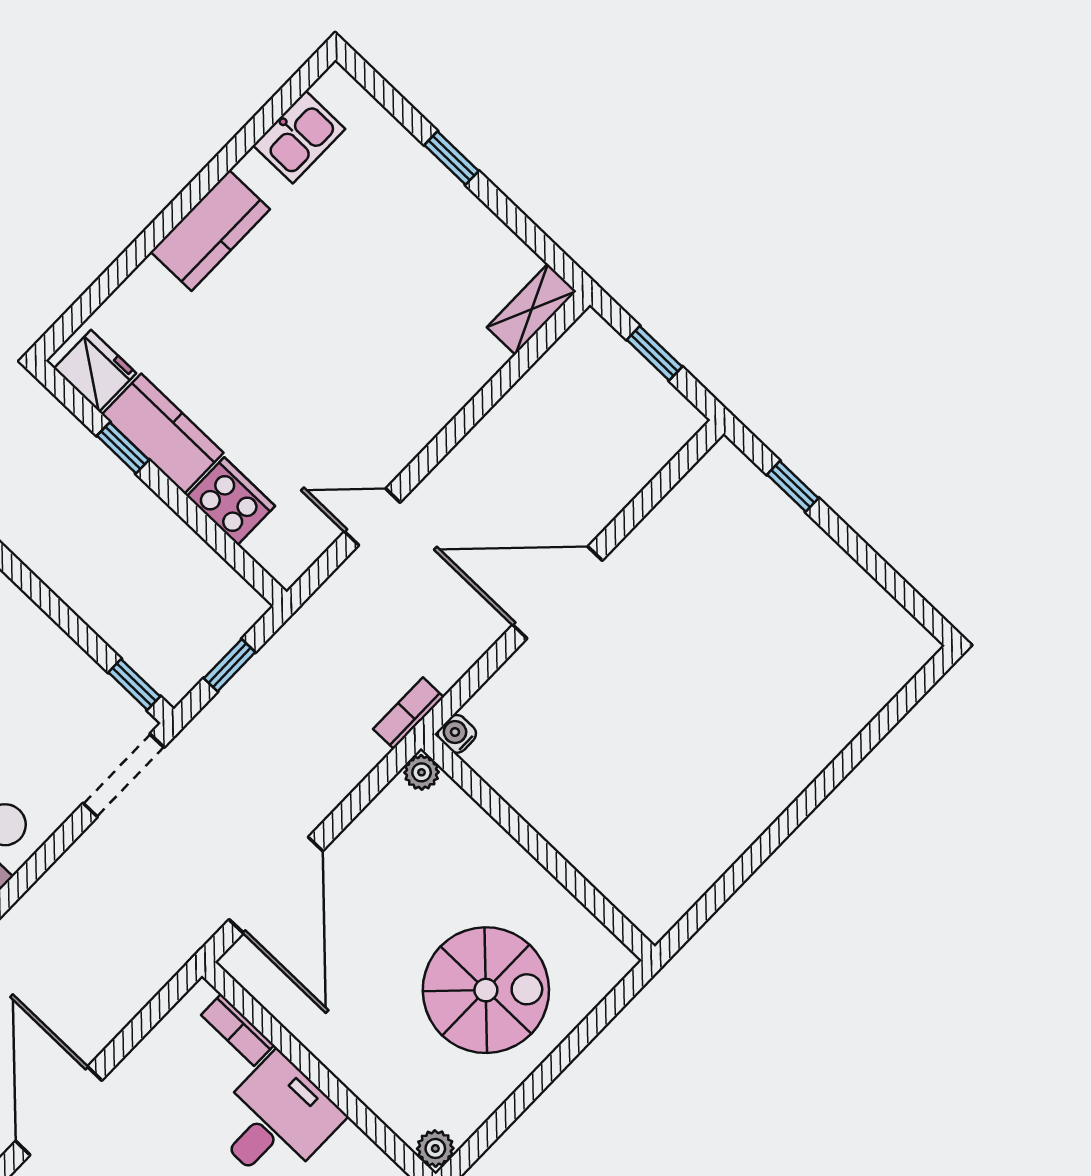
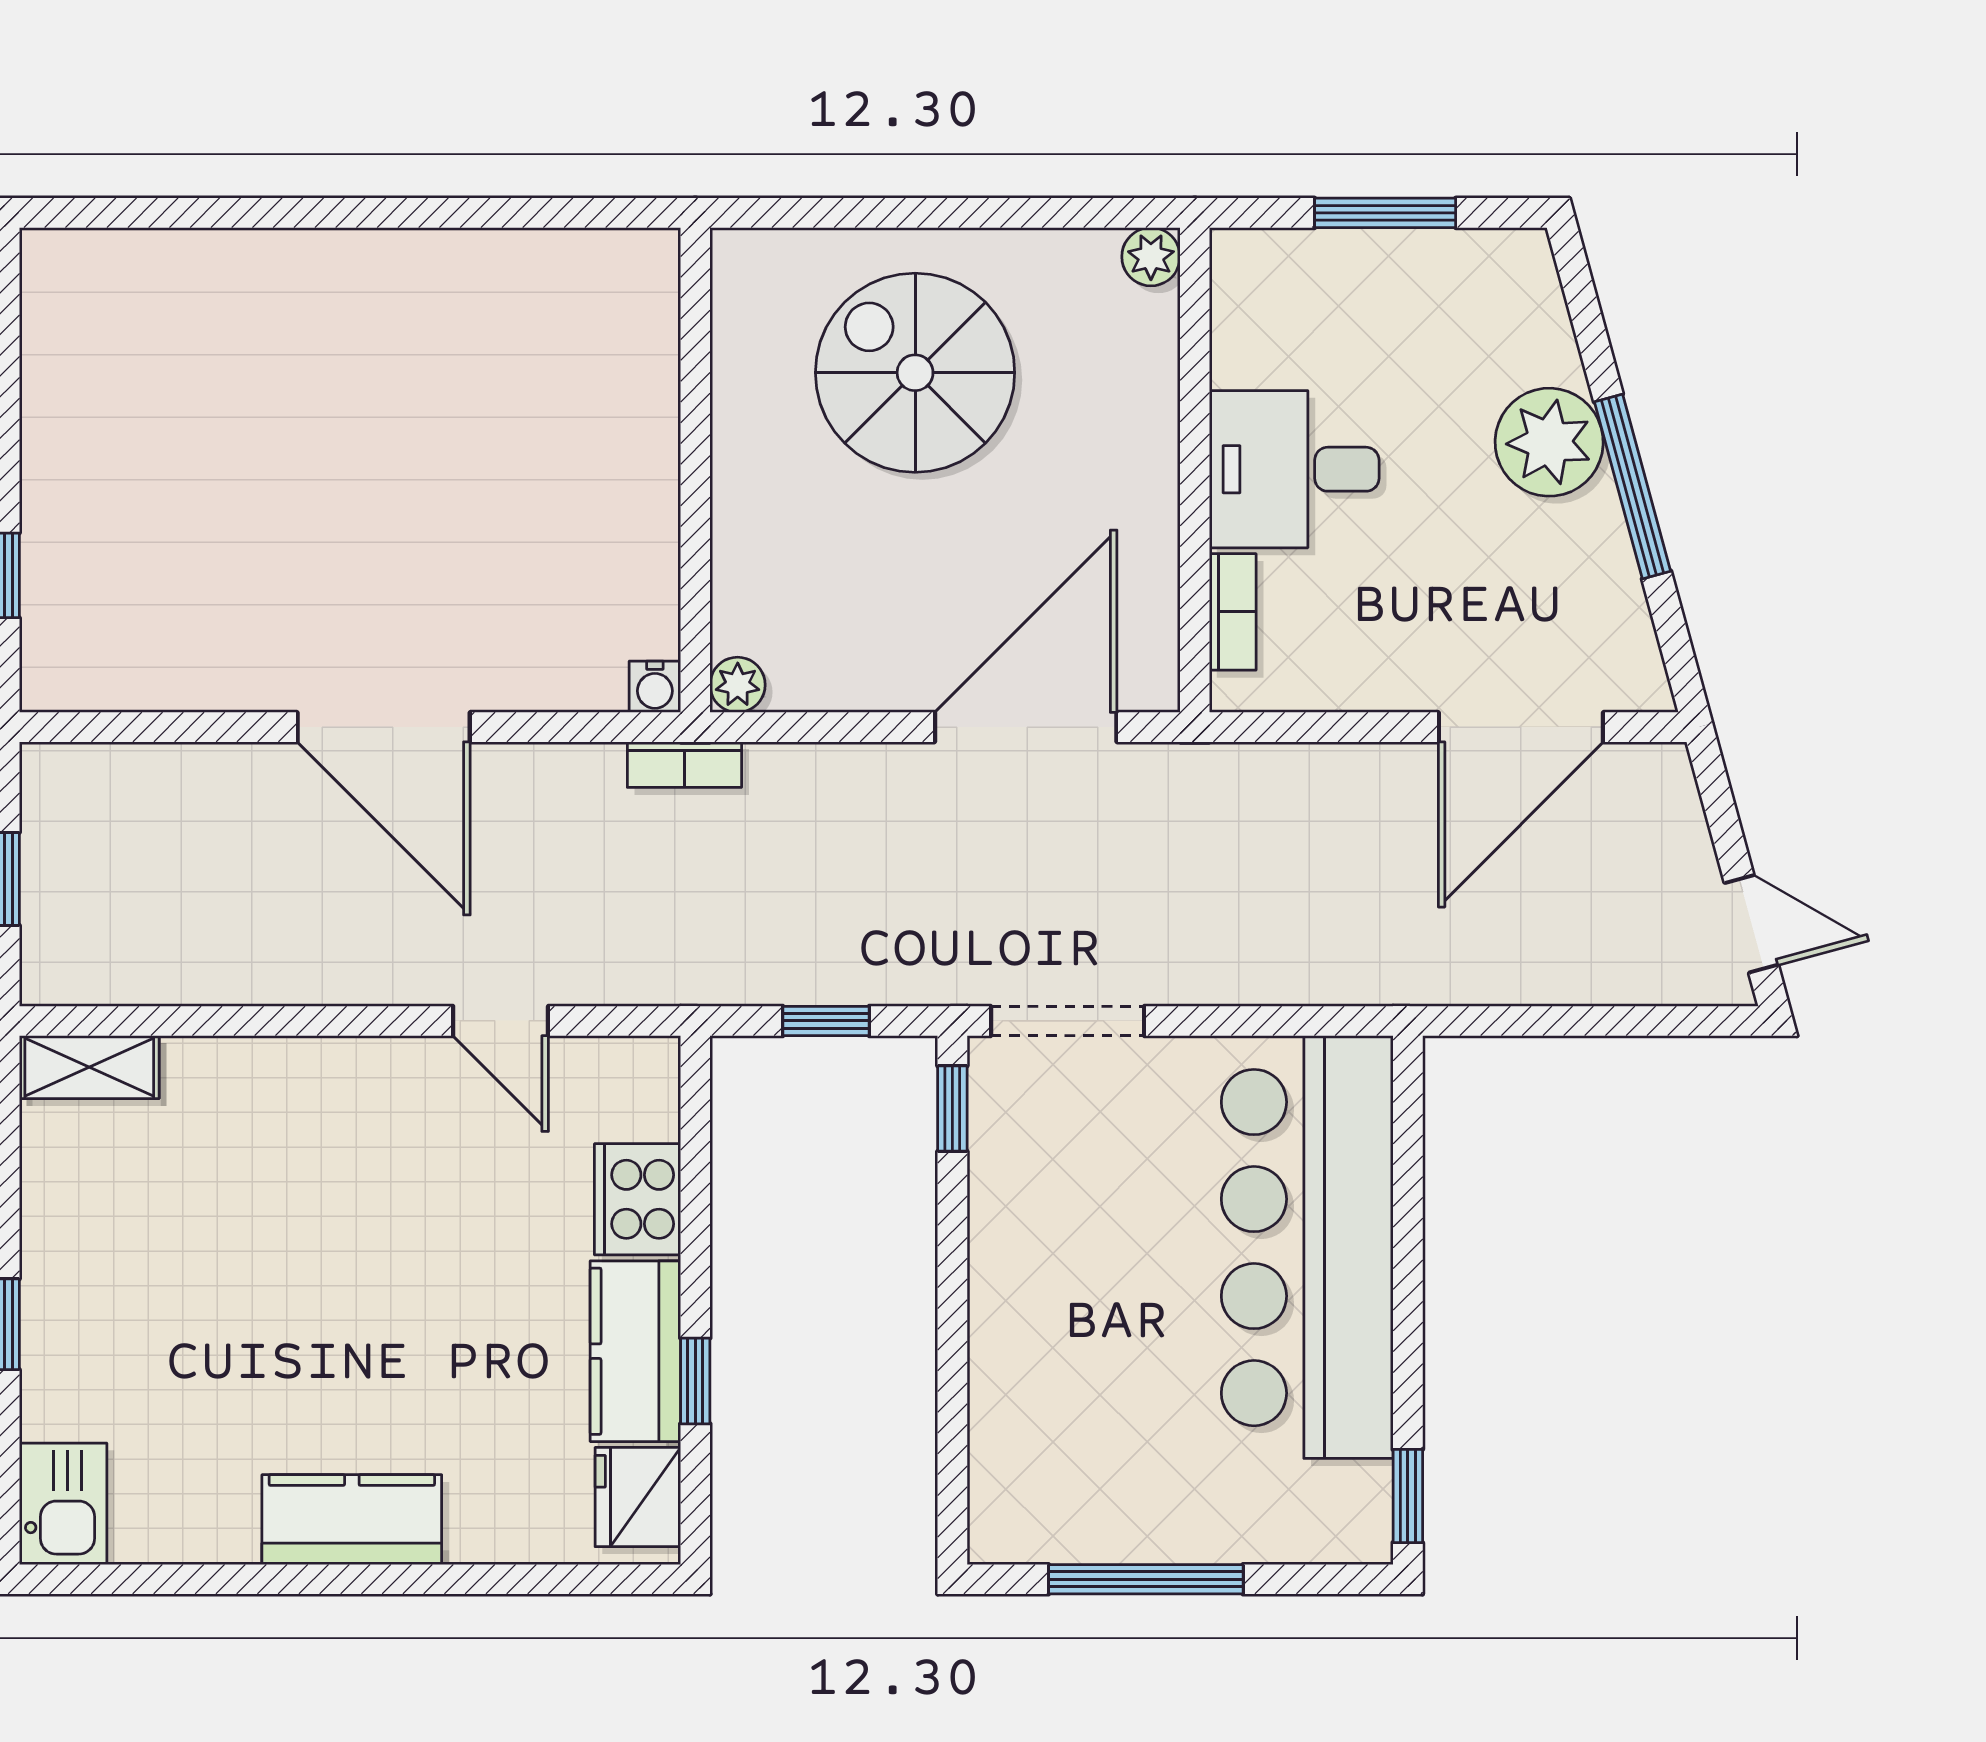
kitchen sink: (299, 137) -> (63, 1503), moved, turned 90

